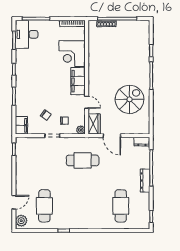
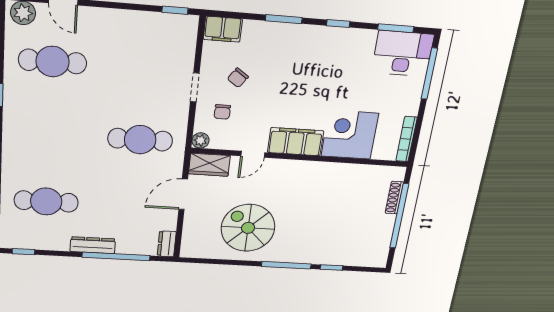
spiral stairs: (130, 99) -> (248, 228), turned 180
cafe table: (83, 160) -> (140, 140), turned 90

